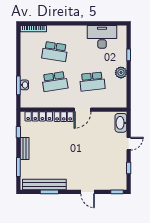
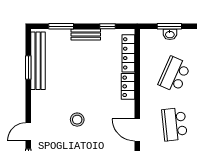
school desk: (55, 82) -> (174, 75), turned 33
door: (83, 110) -> (137, 130), moved
stool: (89, 155) -> (77, 120), added
door: (88, 192) -> (28, 132), moved

